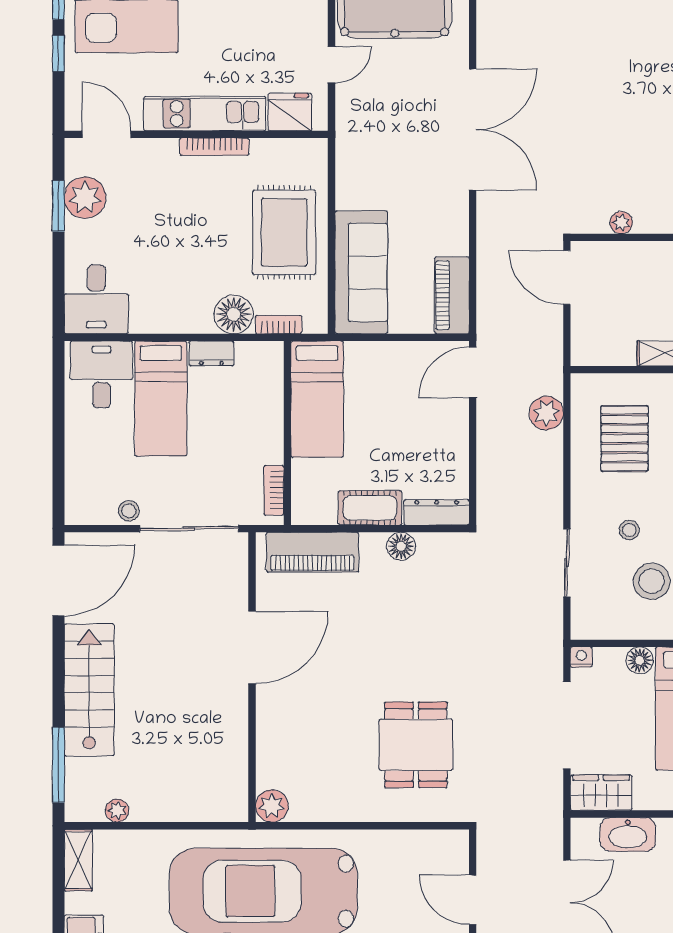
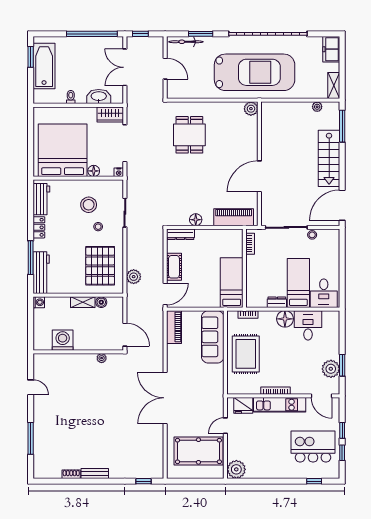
desk: (96, 299) -> (308, 325), moved
floor lamp: (234, 314) -> (285, 319), moved
boiler: (622, 353) -> (101, 302), added
pallet: (625, 439) -> (100, 266), width x1.37, depth x1.41
cot: (370, 508) -> (174, 267), moved, turned 90

